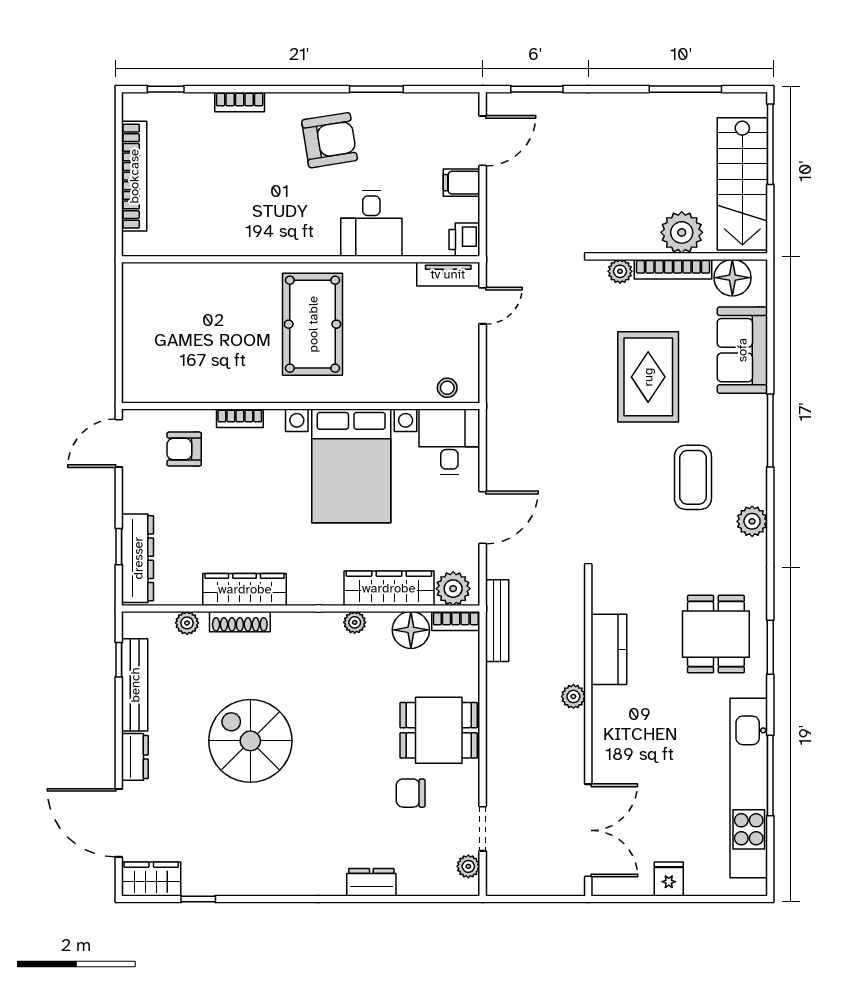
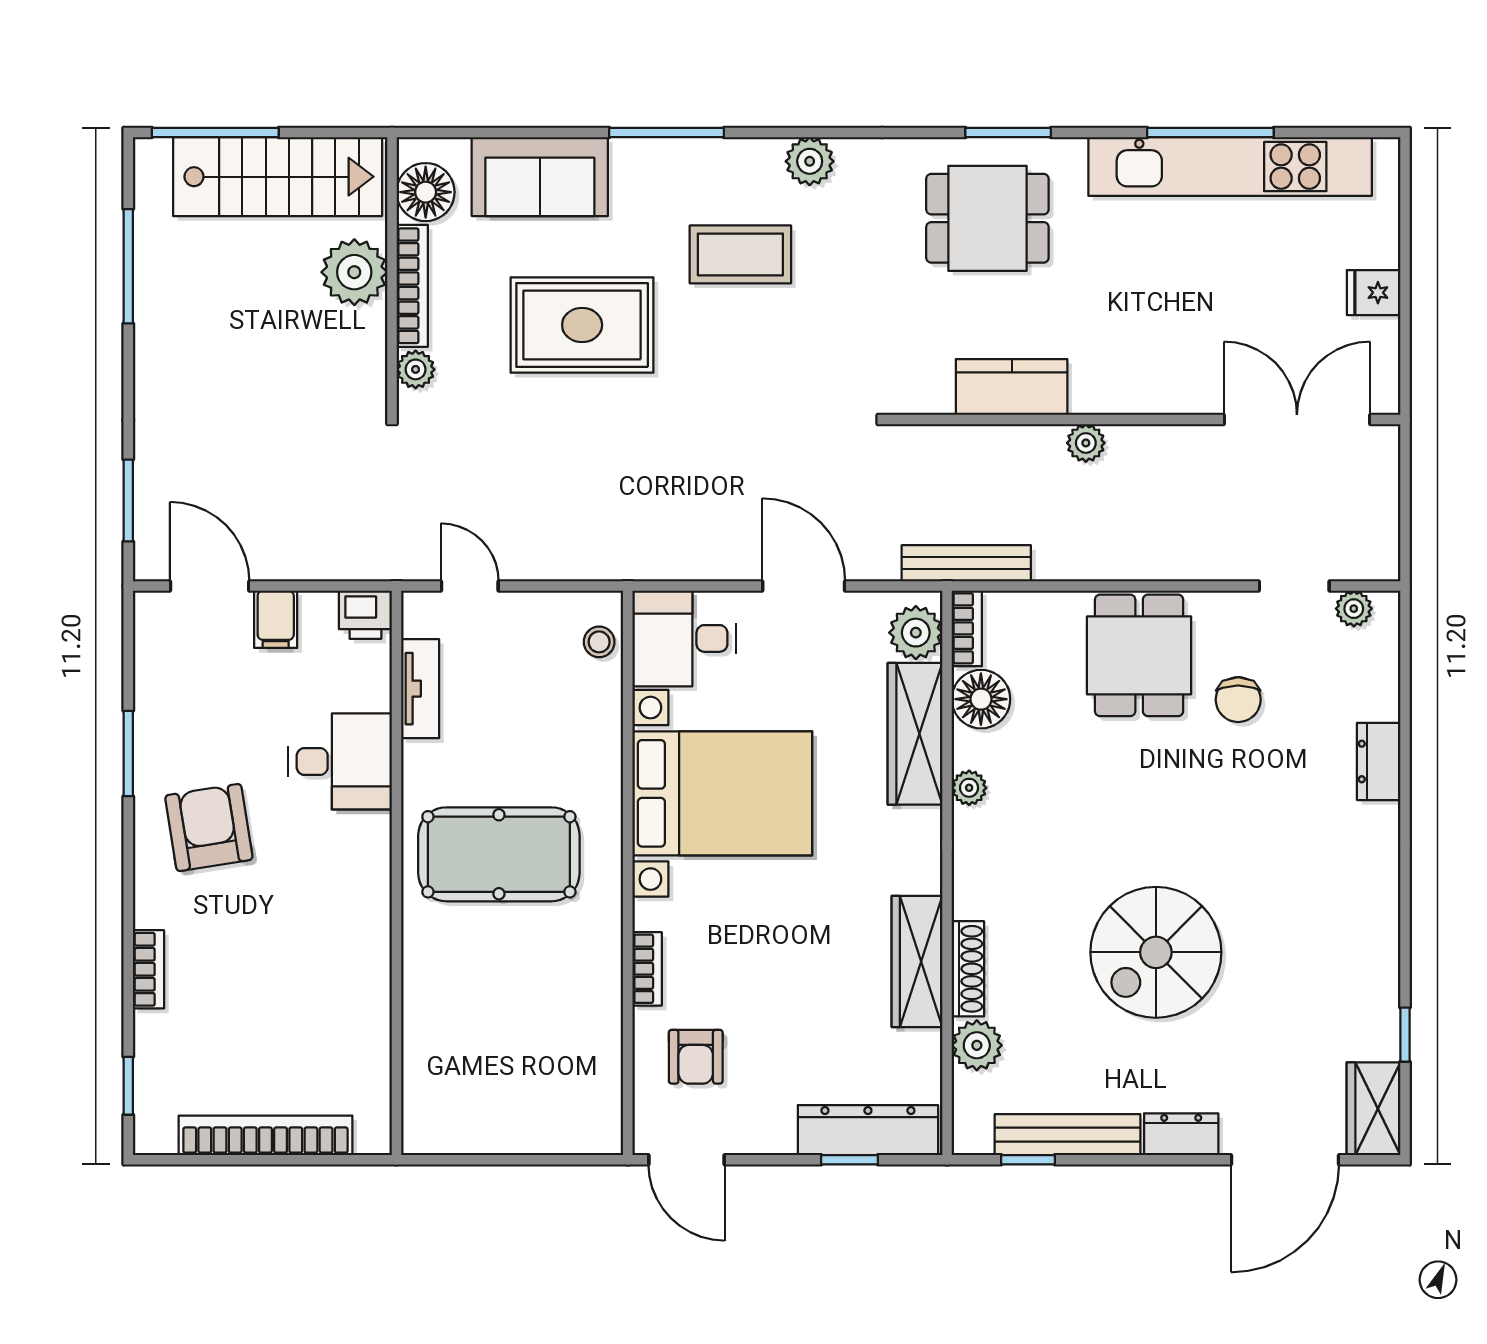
tv unit: (448, 274) -> (420, 689), moved
plant: (187, 623) -> (977, 1045), width x1.38, depth x1.38

